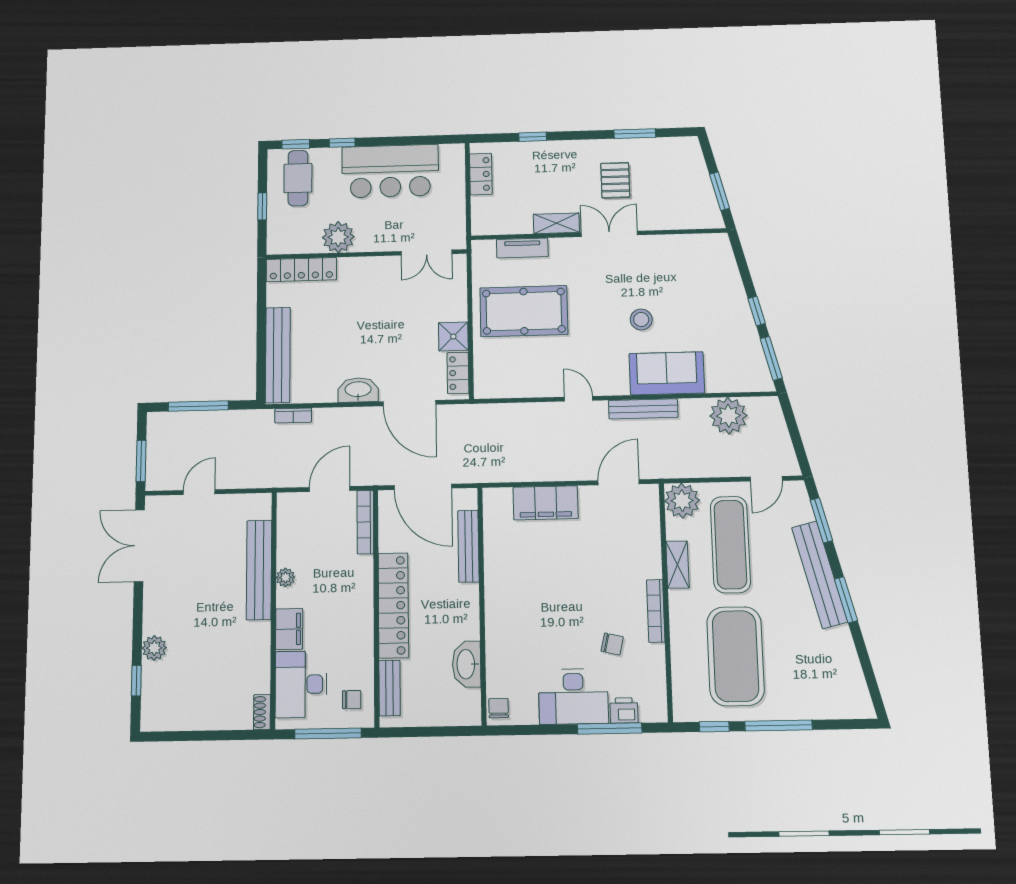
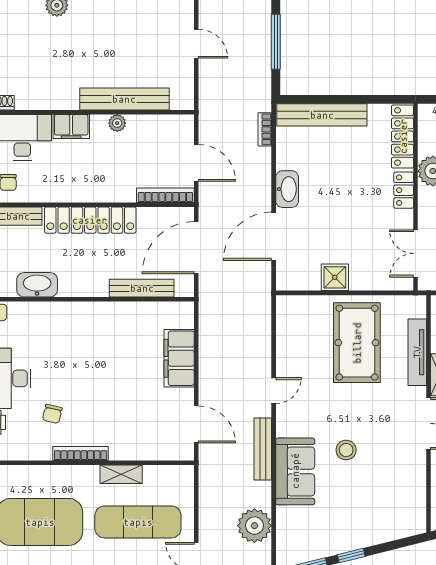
tv unit: (522, 248) -> (417, 352), width x1.41
locker: (458, 373) -> (404, 190), moved, turned -90
plant: (682, 501) -> (178, 481), removed

